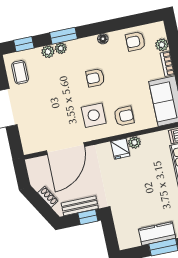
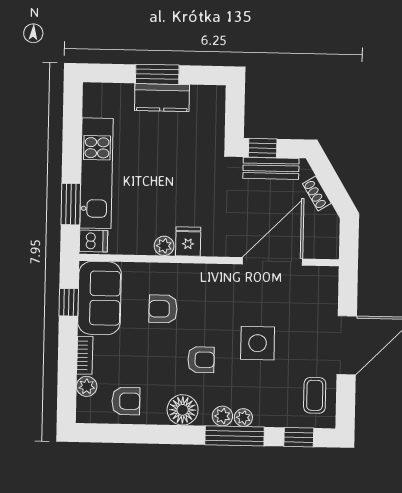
window: (64, 36) -> (235, 436), width x1.44
floor lamp: (103, 39) -> (183, 410), width x1.89, depth x1.89
plant: (48, 52) -> (222, 416), moved
side table: (94, 115) -> (258, 343), moved
armchair: (124, 116) -> (163, 309), moved

